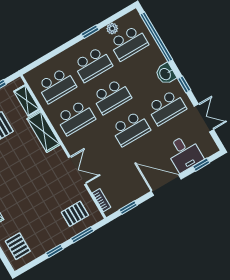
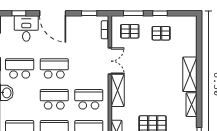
shelving: (44, 132) -> (118, 90), moved
double door: (77, 171) -> (110, 61), swing flipped
pallet: (18, 246) -> (161, 33), moved, turned 90

